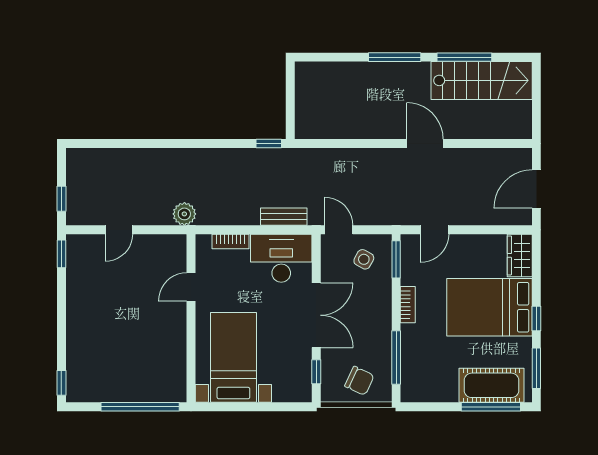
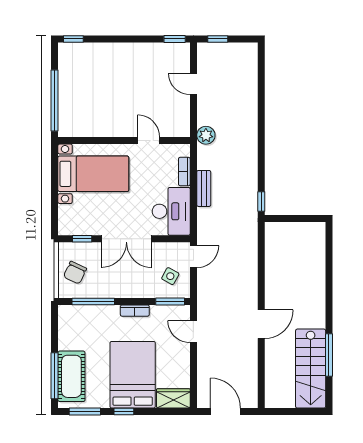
window: (395, 57) -> (329, 300), removed
bench: (284, 217) -> (204, 188), moved

